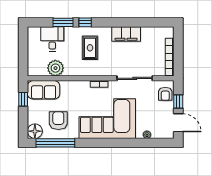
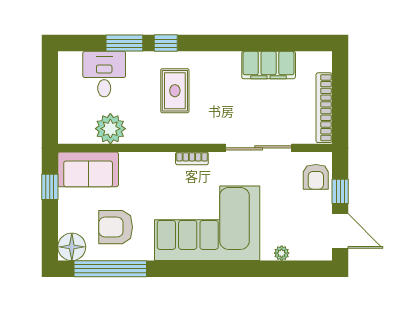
filing cabinet: (126, 34) -> (269, 65), moved
armchair: (58, 121) -> (116, 227), turned -90

